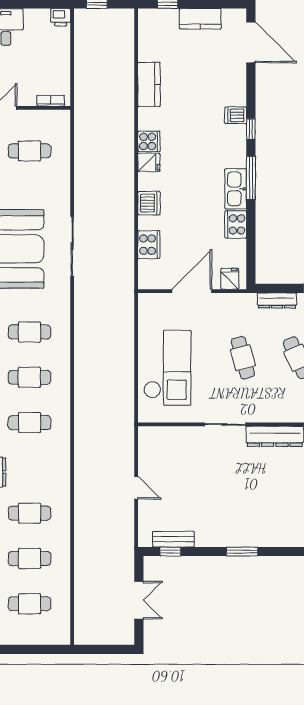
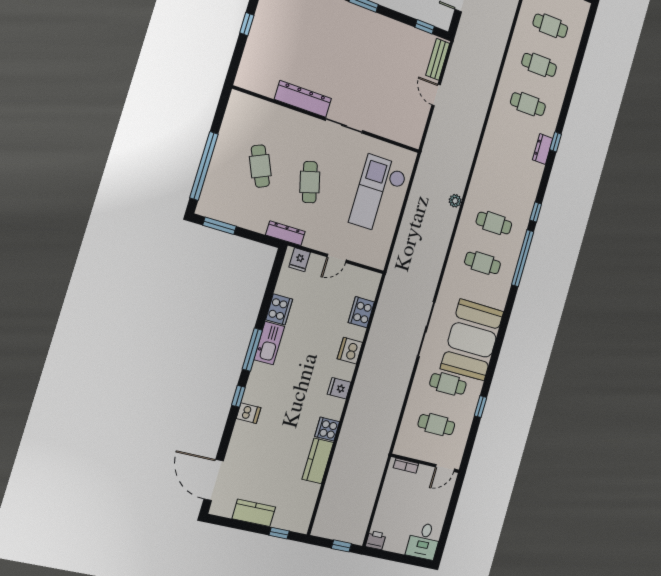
cooker: (149, 141) -> (327, 429), moved
door: (192, 291) -> (337, 258), width x0.53
dresser: (277, 300) -> (285, 233), moved
plant: (81, 387) -> (455, 201), added
cafe table: (30, 423) -> (448, 384), moved
bench: (173, 539) -> (438, 59), moved, turned 90

